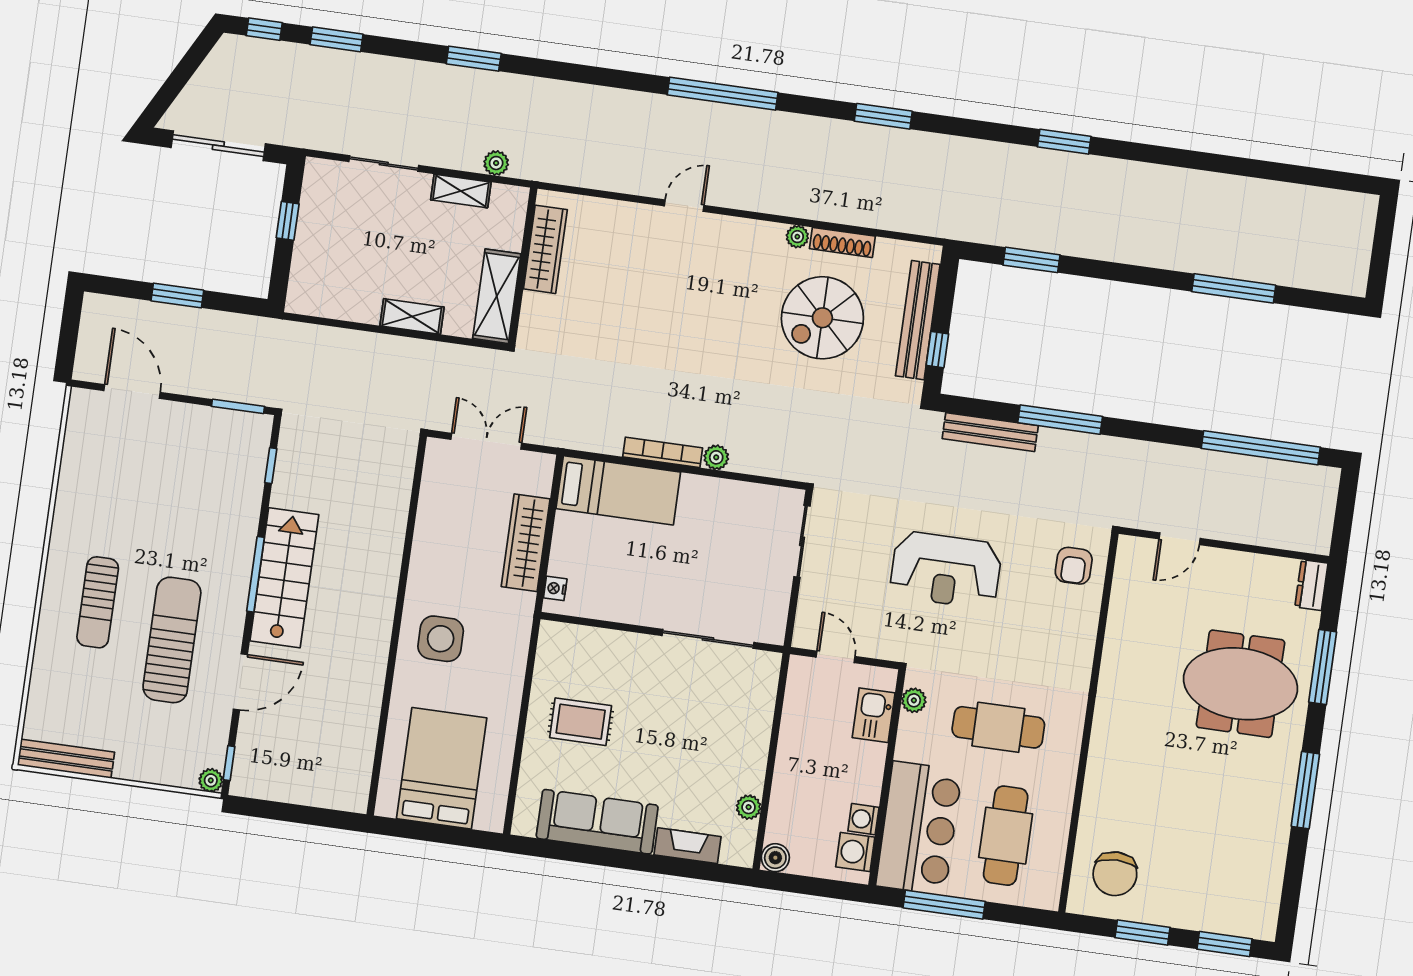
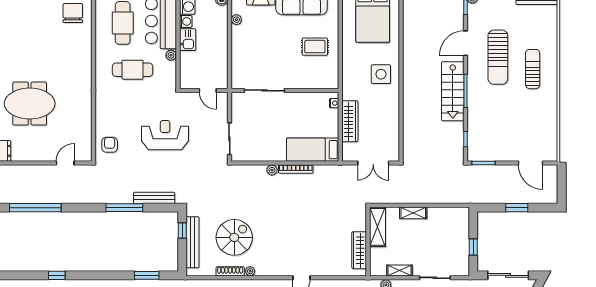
window: (1234, 288) -> (57, 275), width x0.46
plant: (914, 700) -> (171, 55), moved
kitchen sink: (874, 715) -> (188, 40), moved

